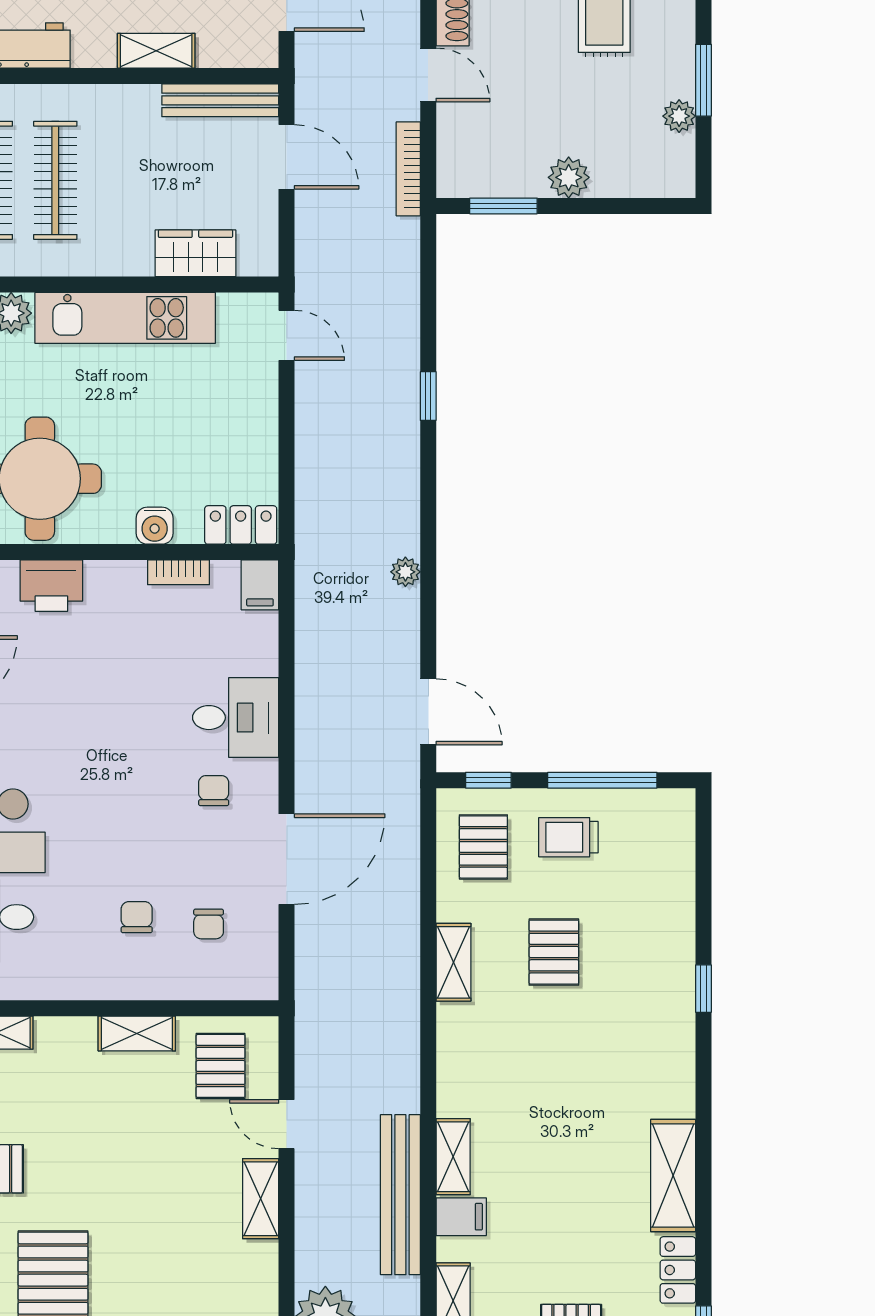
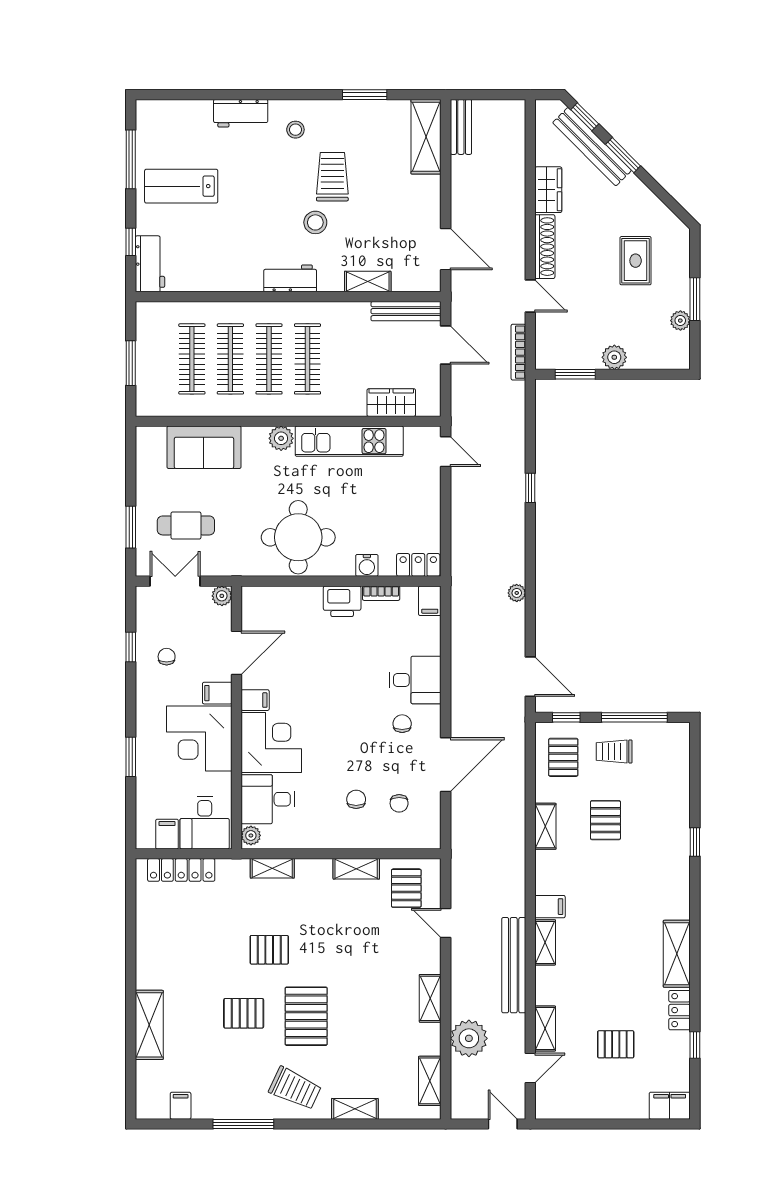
printer: (51, 586) -> (342, 601), moved
shelving: (261, 1199) -> (430, 998), moved
filing cabinet: (461, 1217) -> (550, 907), moved

